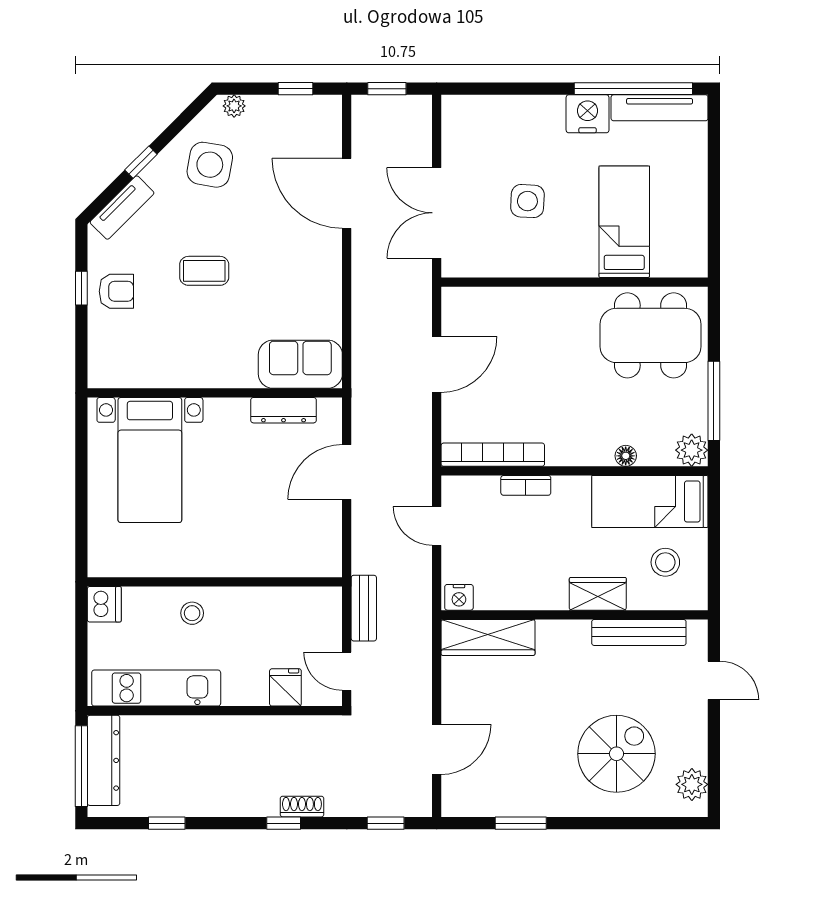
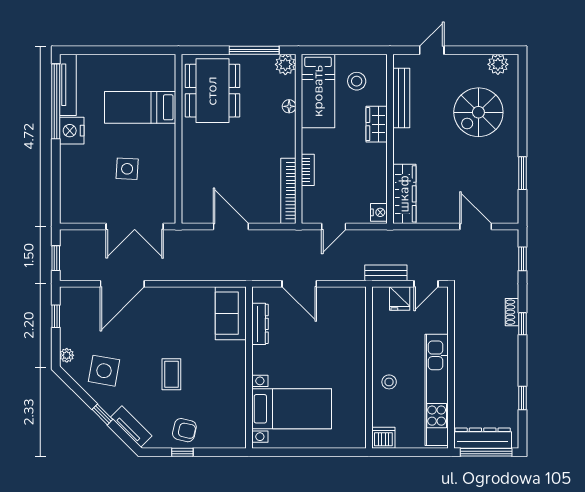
armchair: (116, 291) -> (184, 430), turned 103
fridge: (285, 687) -> (400, 298), moved, turned -90
kitchen unit: (156, 688) -> (437, 390), width x1.36
spiral stairs: (616, 754) -> (478, 112), turned -90

